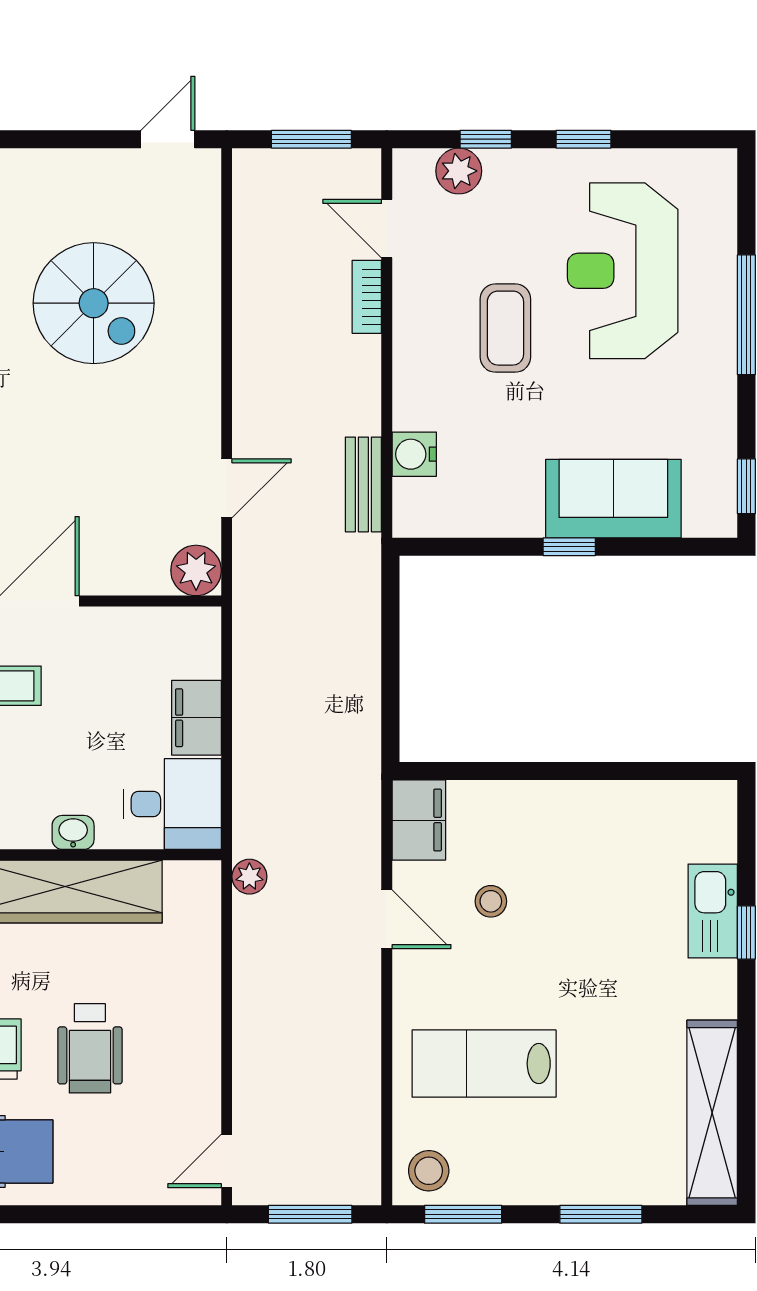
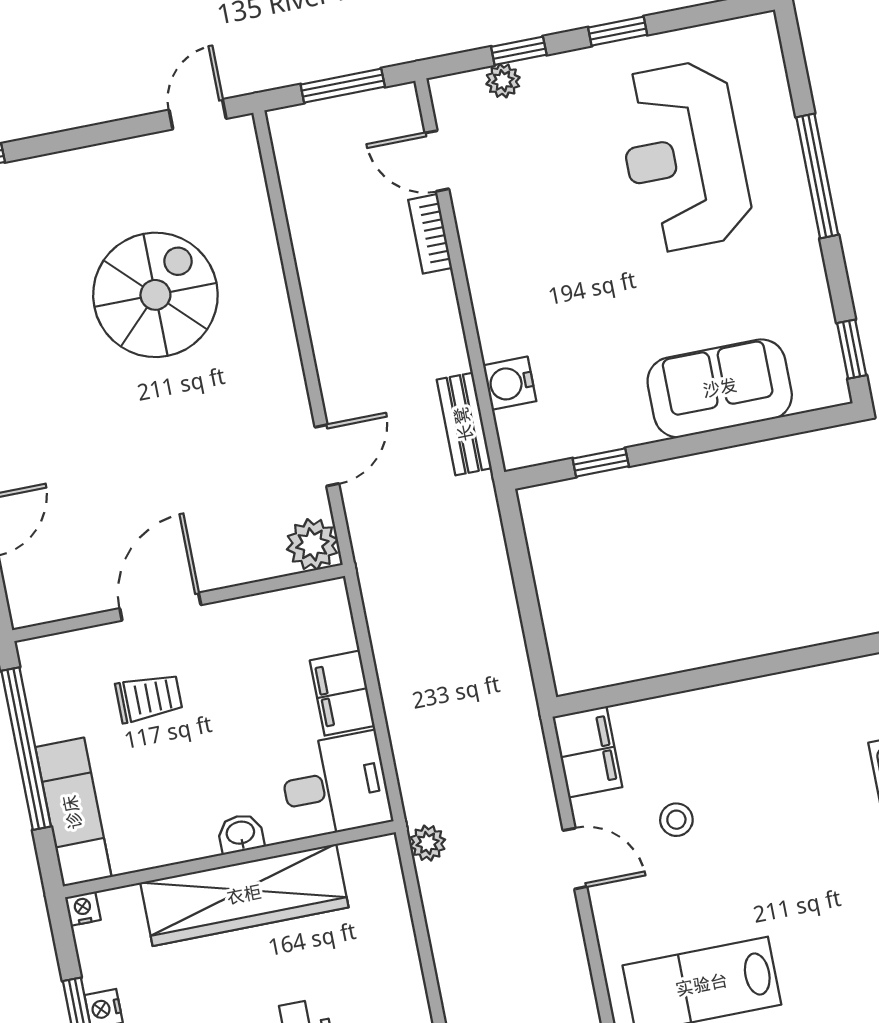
plant: (459, 171) -> (503, 81), width x0.73, depth x0.73
spiral stairs: (94, 303) -> (155, 295), turned -90
coffee table: (505, 328) -> (576, 238), removed
window: (569, 547) -> (601, 462), moved

